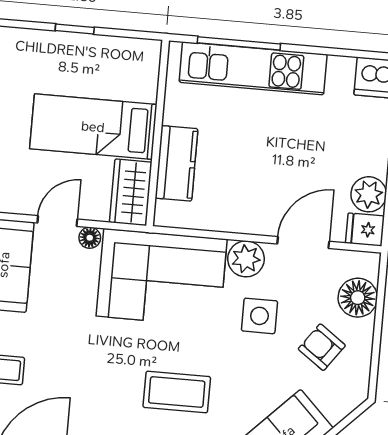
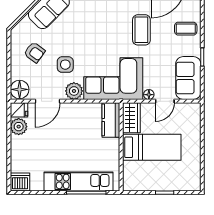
kitchen counter: (176, 163) -> (111, 120), moved
floor lamp: (358, 298) -> (20, 89), moved
coffee table: (177, 392) -> (141, 30), moved, turned 90

